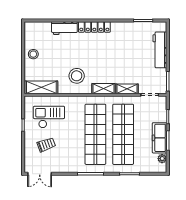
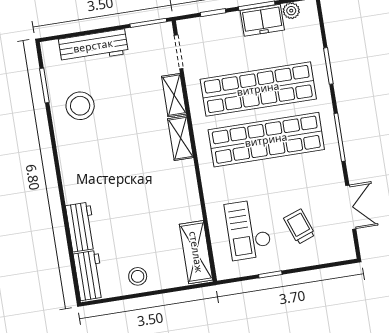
locker: (94, 27) -> (70, 173), removed
workbench: (38, 28) -> (89, 275), added
stool: (77, 76) -> (80, 106), moved
freezer: (160, 138) -> (262, 20), width x0.71
double door: (40, 174) -> (351, 207), moved

